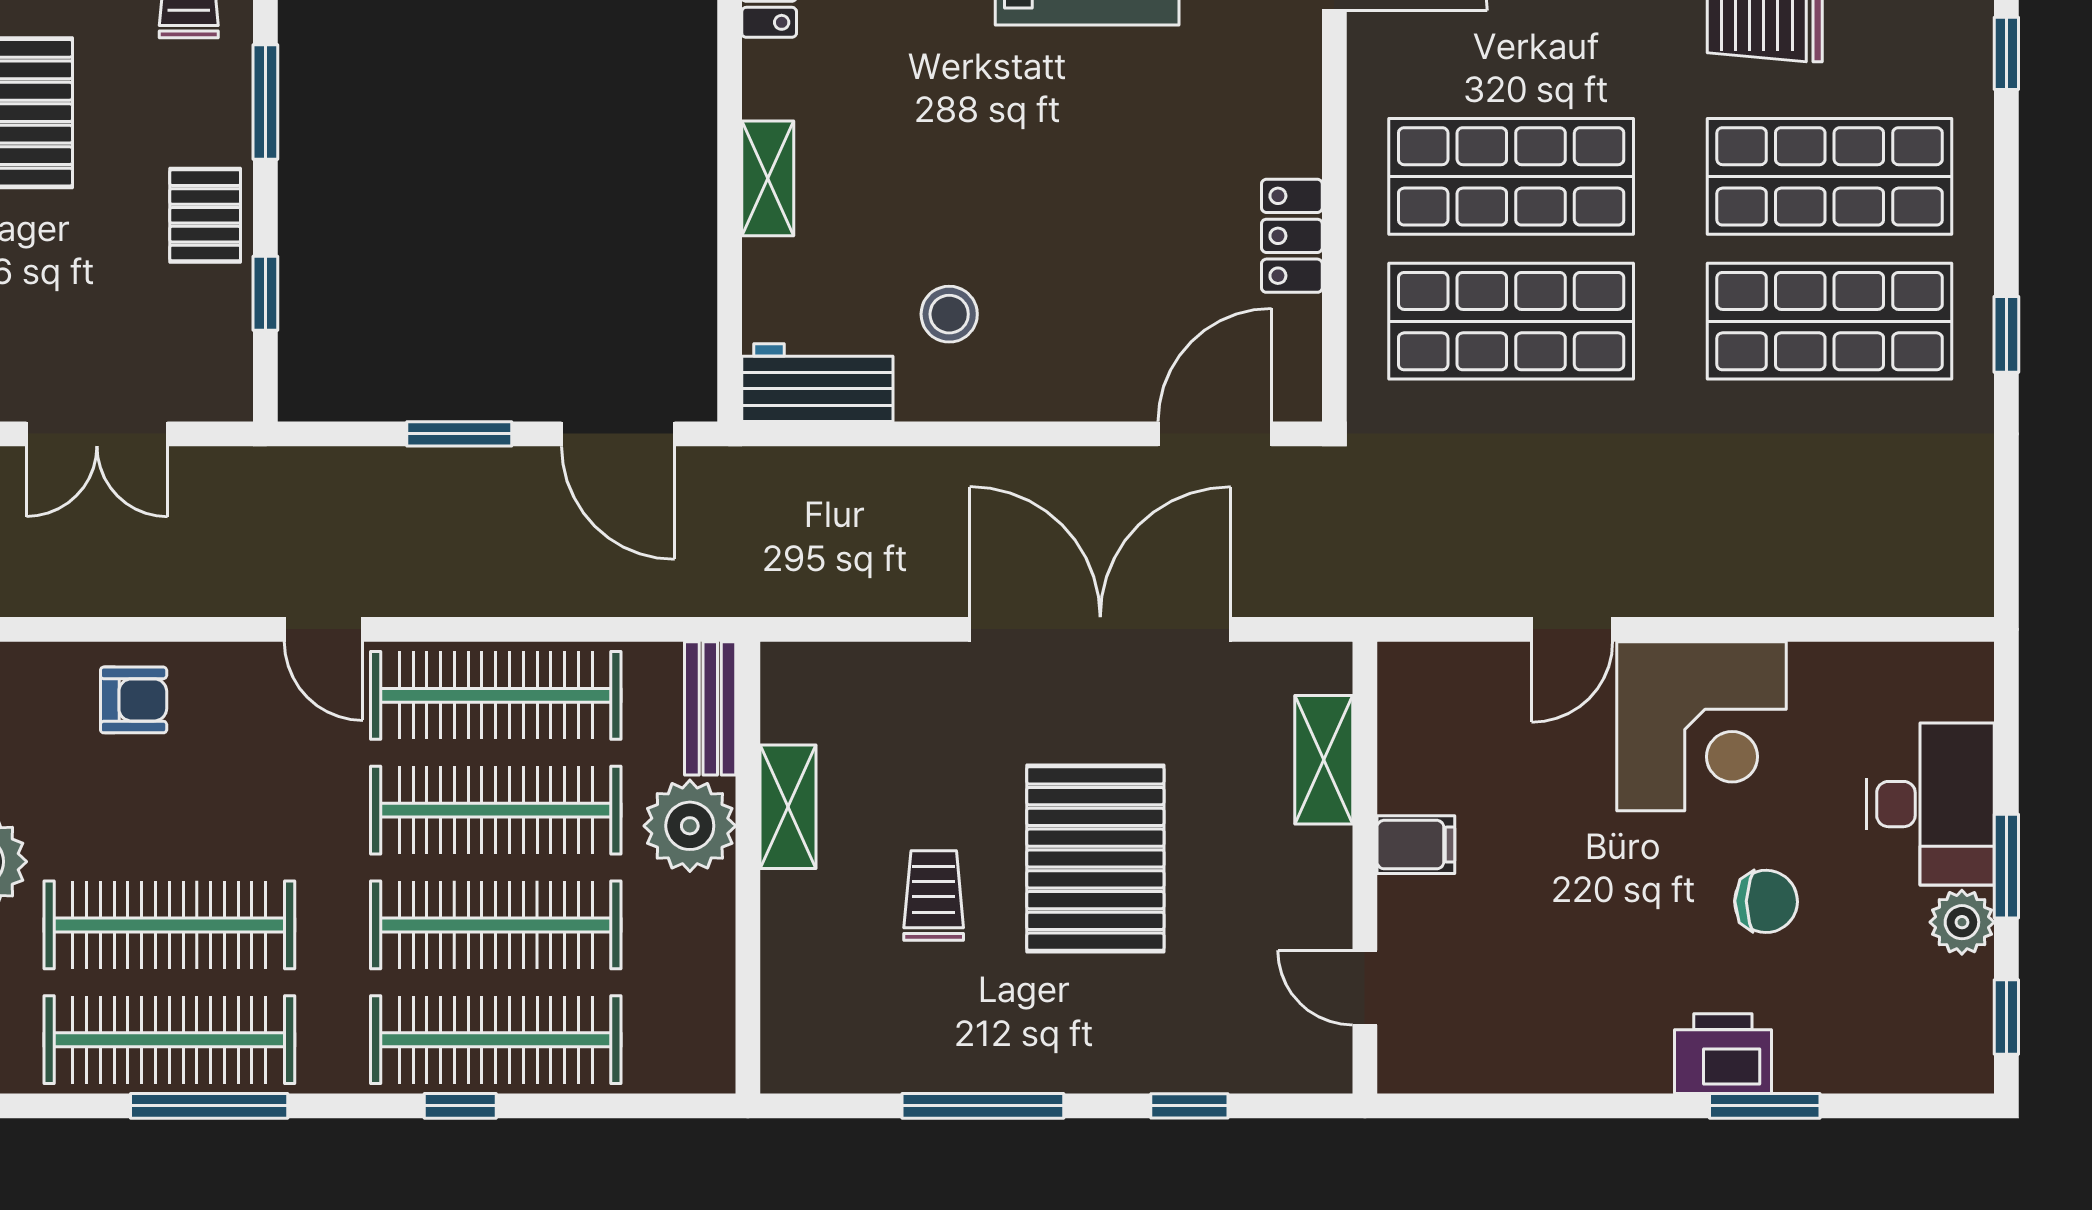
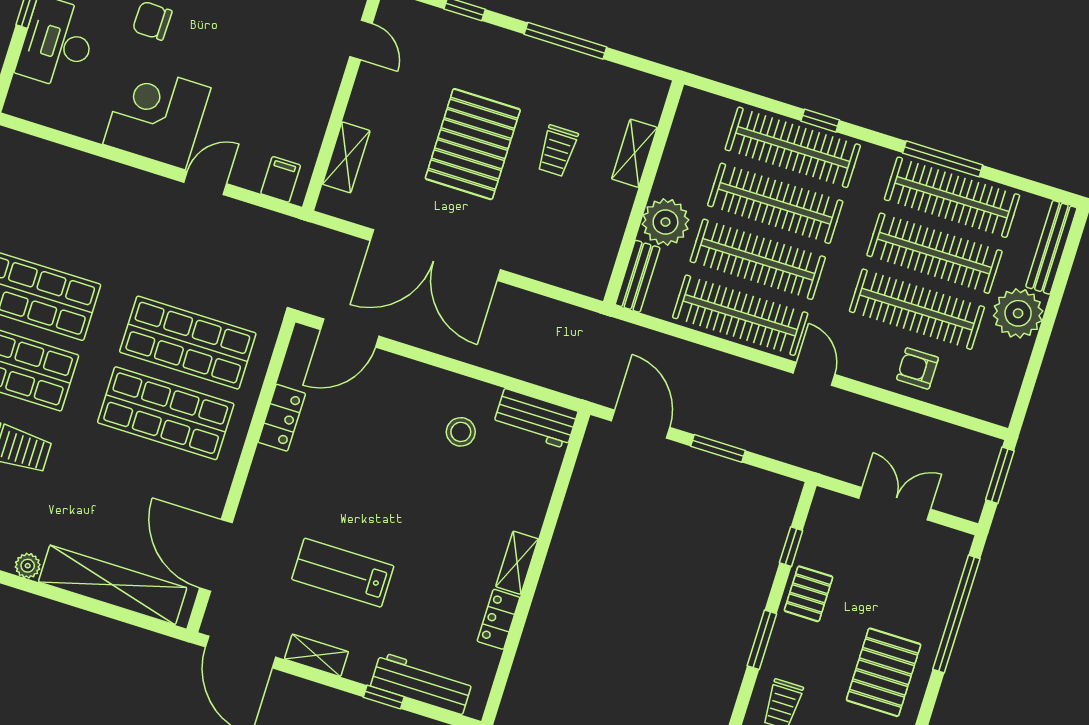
shelving: (768, 178) -> (517, 563), moved
shelving: (788, 807) -> (634, 153), moved
clothes rail: (169, 810) -> (917, 309), added
filing cabinet: (1416, 845) -> (281, 179), moved, turned 90

